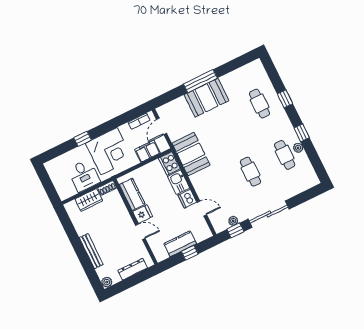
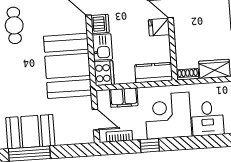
door: (162, 126) -> (96, 120), hinge flipped
window: (83, 139) -> (150, 145), moved
booth: (191, 154) -> (68, 66), width x1.36, depth x1.42
desk: (84, 175) -> (207, 118), moved, turned 180
kitchen counter: (132, 194) -> (154, 73), moved, turned 90

